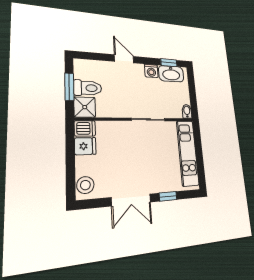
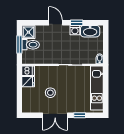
window: (169, 63) -> (77, 23), moved
shower: (85, 107) -> (28, 32), moved
stool: (85, 185) -> (50, 93), moved

